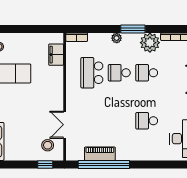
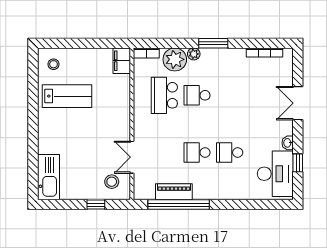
plant: (150, 43) -> (175, 59), moved
filing cabinet: (56, 55) -> (122, 61), moved
school desk: (147, 73) -> (197, 153), moved
window: (45, 164) -> (96, 205), moved

